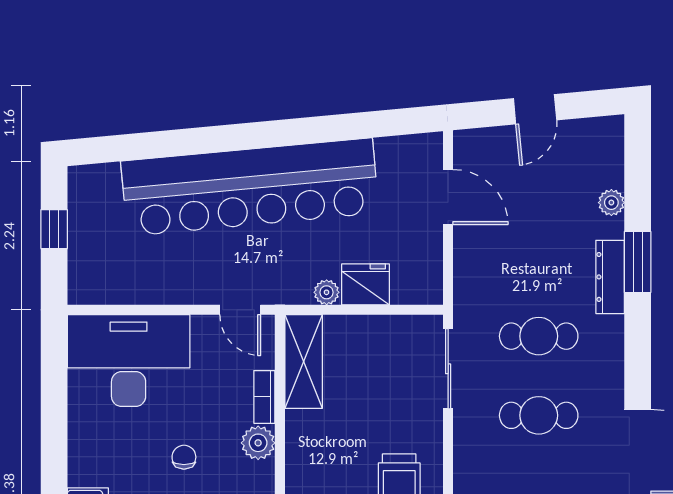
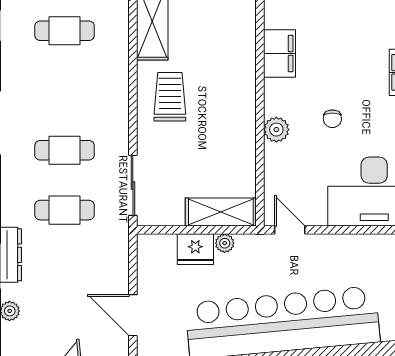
shelving: (304, 362) -> (221, 212), moved, turned 90
bookcase: (264, 397) -> (272, 164), removed

